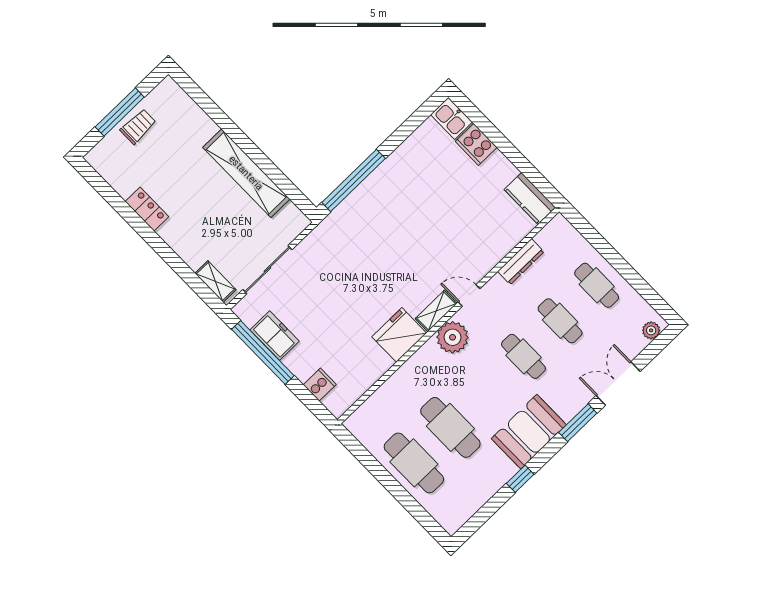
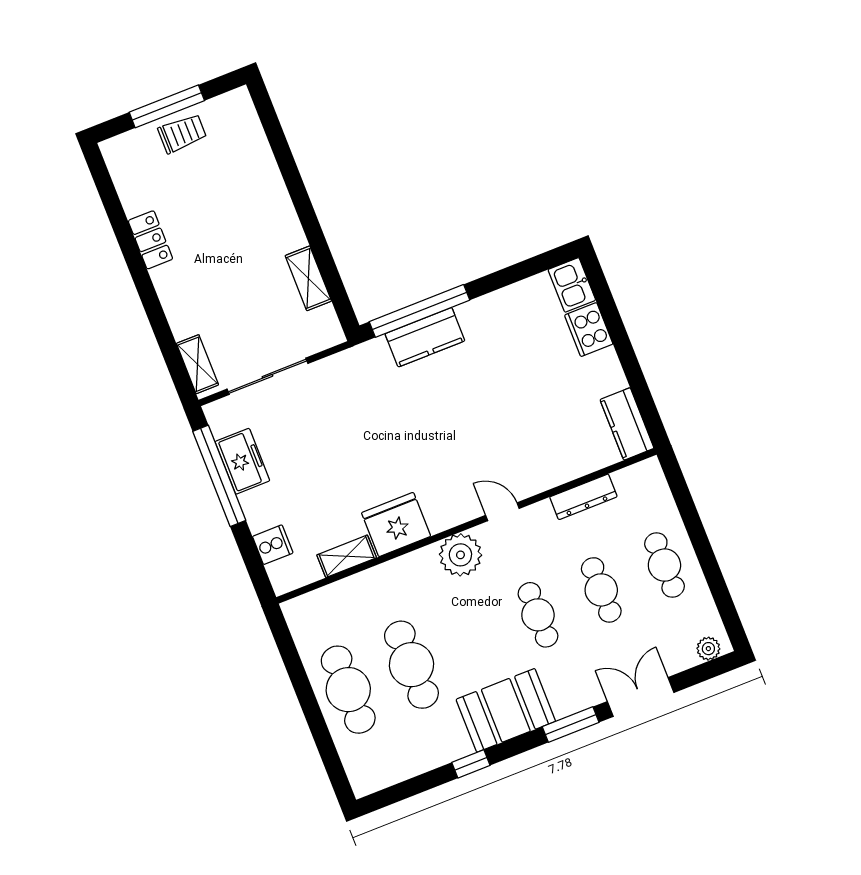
shelving: (246, 173) -> (308, 278), width x0.45, depth x0.75
kitchen counter: (365, 197) -> (425, 337), added
shelving: (436, 311) -> (347, 556), moved

